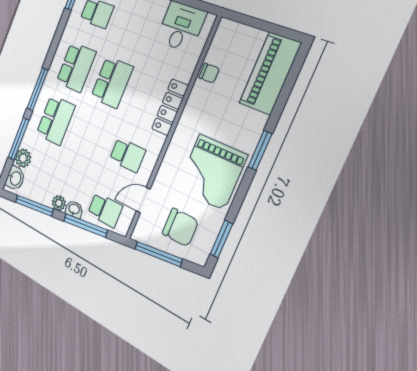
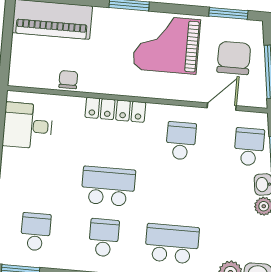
school desk: (76, 67) -> (104, 238), width x0.54
grand piano: (212, 172) -> (167, 44), turned 180
door: (143, 200) -> (222, 107), swing flipped

